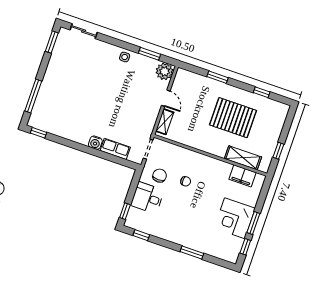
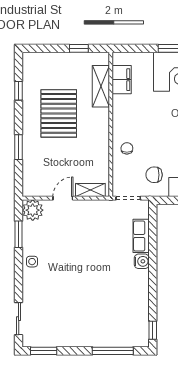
chair: (186, 181) -> (127, 148), moved

